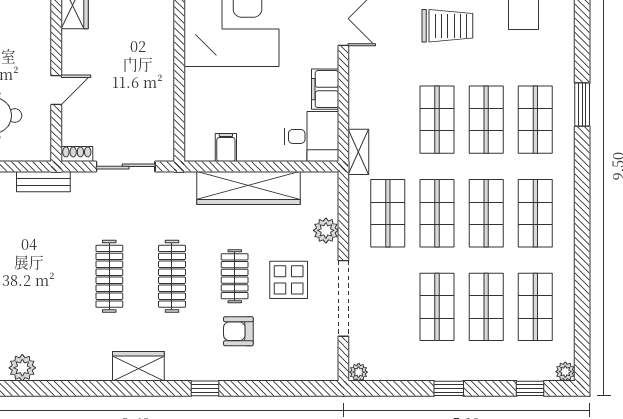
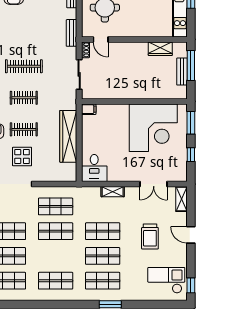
filing cabinet: (325, 89) -> (118, 175), removed
door: (56, 90) -> (101, 39), moved
filing cabinet: (226, 147) -> (89, 109), moved
shelving: (358, 152) -> (113, 192), moved
shop shelf: (486, 213) -> (56, 256), removed
plant: (326, 230) -> (47, 175), removed
clothes rail: (172, 276) -> (24, 98), width x0.73

